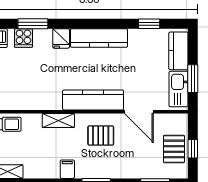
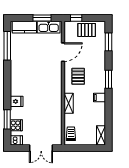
window: (149, 24) -> (7, 46), width x2.17
kitchen counter: (99, 38) -> (16, 77), removed
kitchen counter: (93, 100) -> (56, 81), removed
window: (193, 149) -> (76, 18), moved

